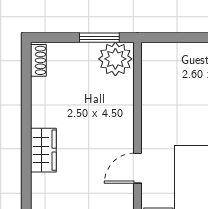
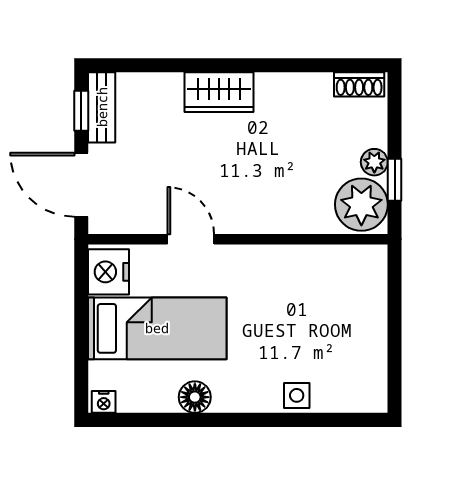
window: (99, 38) -> (395, 180), width x0.67
plant: (88, 51) -> (374, 162), added

